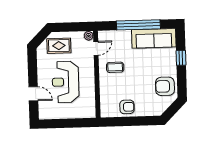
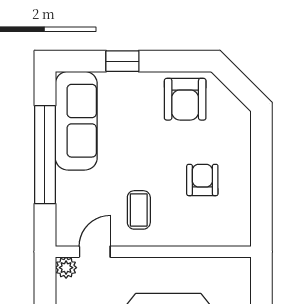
door: (96, 48) -> (95, 252), hinge flipped
armchair: (127, 107) -> (202, 180), moved

